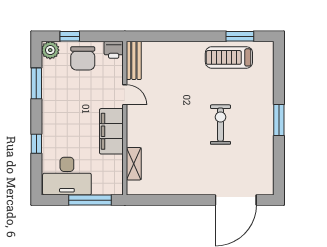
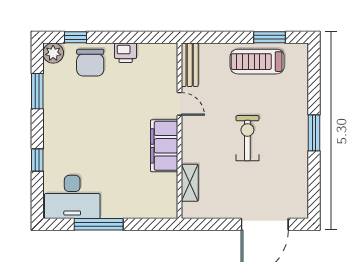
bench: (134, 60) -> (190, 65), moved
door: (125, 95) -> (179, 104), moved
wall: (125, 118) -> (179, 131), moved
filing cabinet: (111, 131) -> (164, 146), moved
shelving: (134, 164) -> (190, 183), moved

